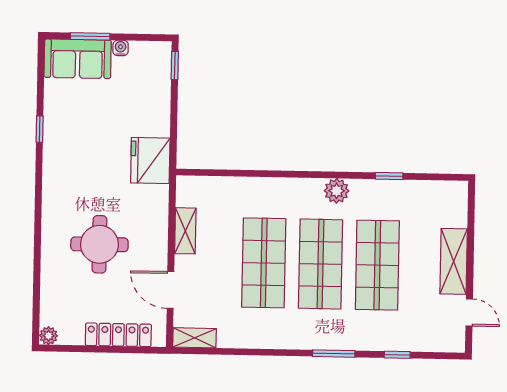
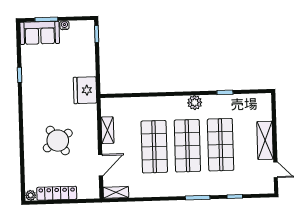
round table: (99, 244) -> (58, 141), turned -34
door: (170, 290) -> (101, 165), swing flipped
locker: (118, 335) -> (57, 193), moved

